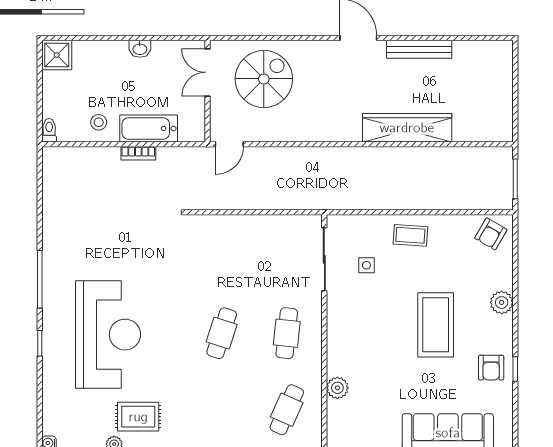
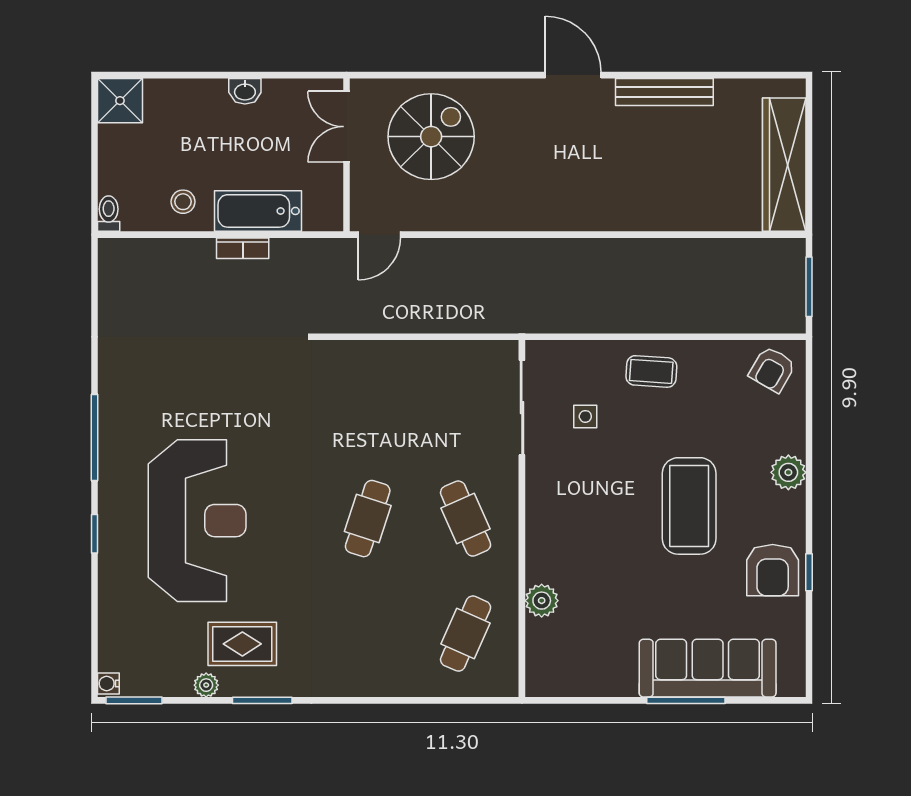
wardrobe: (407, 128) -> (784, 165), moved, turned -90
cafe table: (287, 333) -> (466, 519), turned -30
armchair: (491, 368) -> (773, 570), width x1.38, depth x1.38

